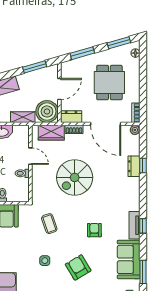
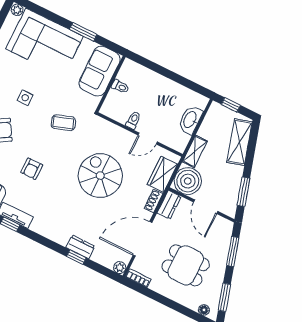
armchair: (94, 230) -> (32, 169), turned 90

